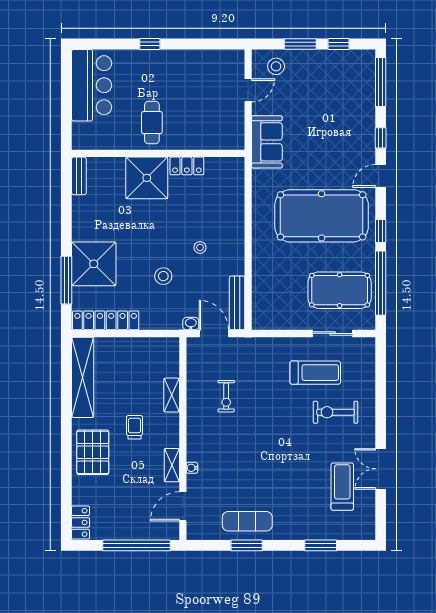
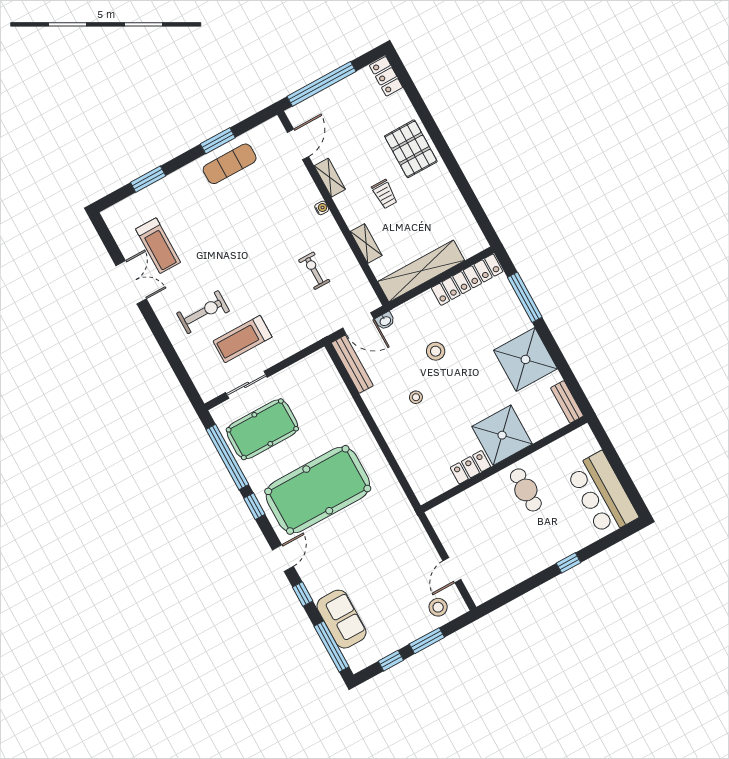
sofa: (267, 142) -> (342, 619), moved, turned 180
shower: (94, 264) -> (526, 359), moved
shelving: (83, 377) -> (421, 271), moved, turned 90
water cooler: (192, 468) -> (322, 208), moved

